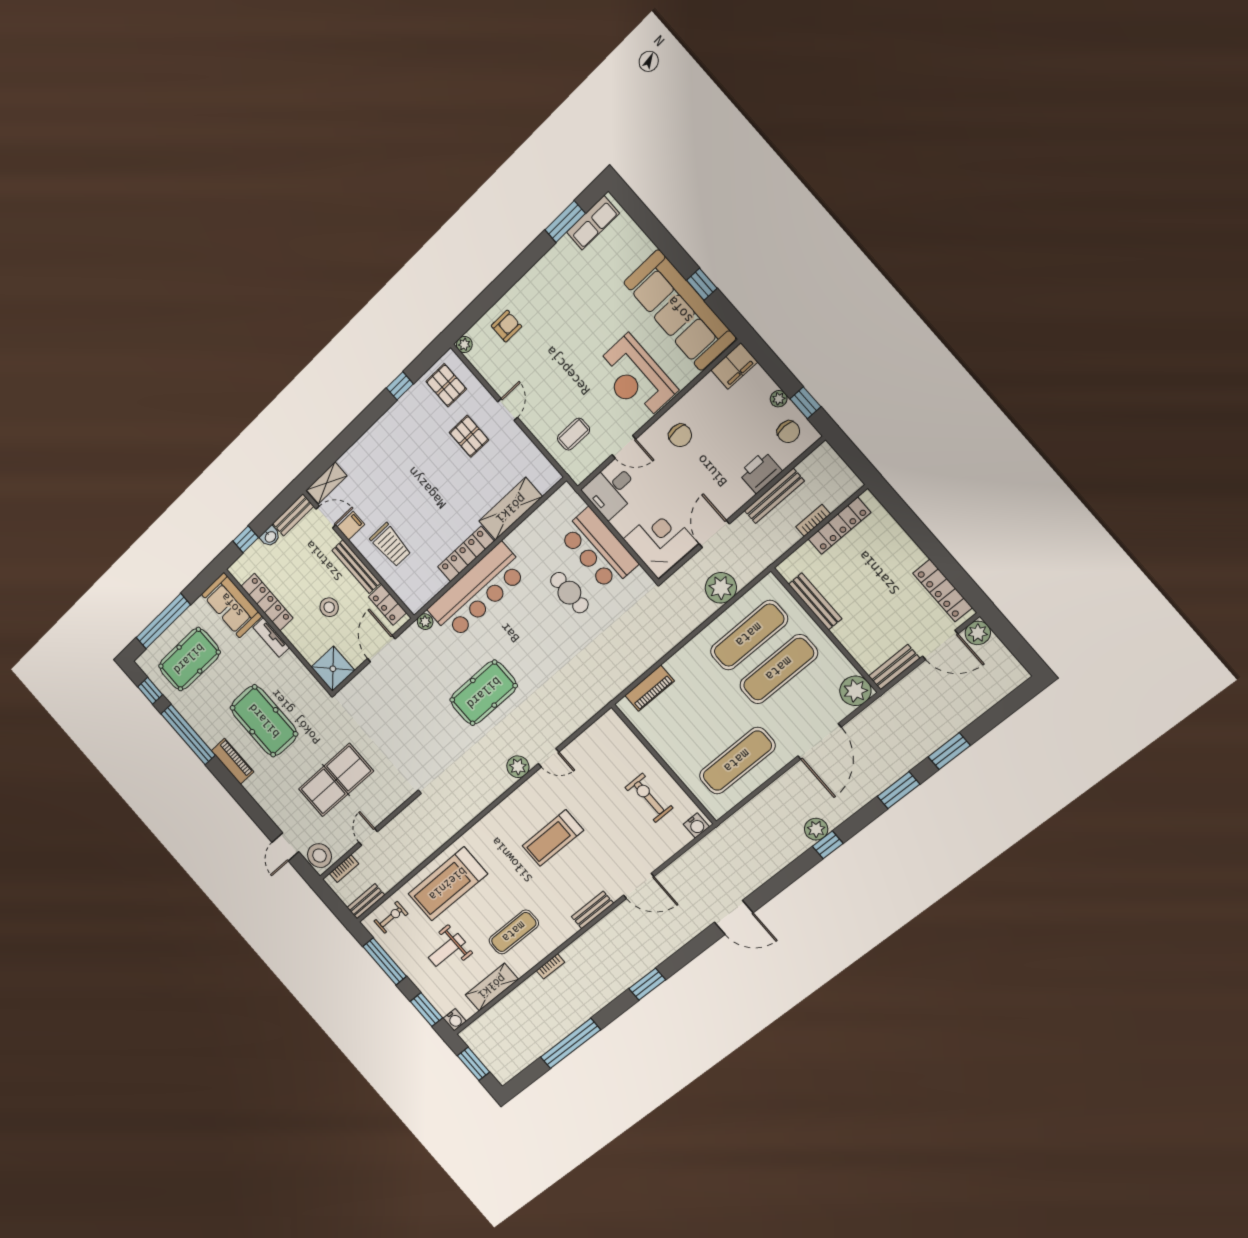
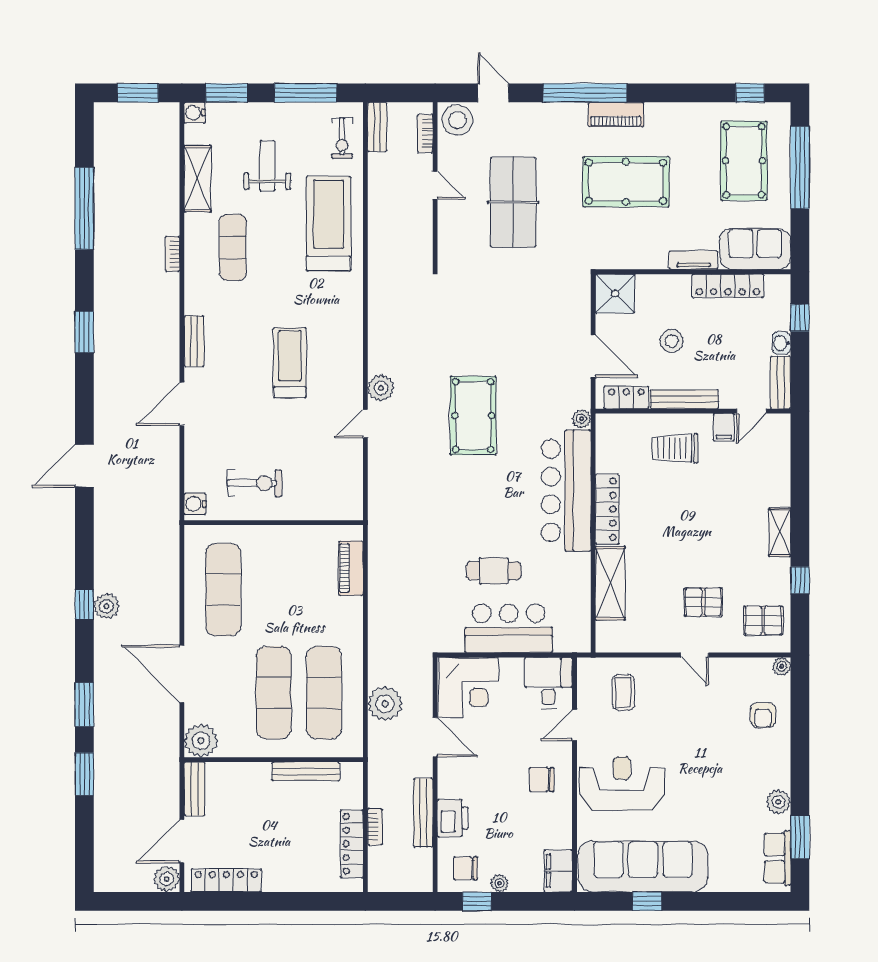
plant: (554, 259) -> (778, 802), added
shelving: (327, 483) -> (780, 532), moved
window: (188, 735) -> (585, 93), moved

